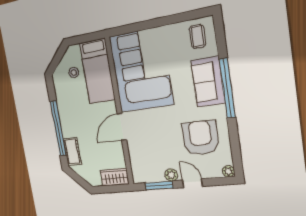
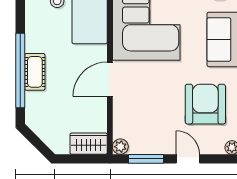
cot: (72, 152) -> (35, 72), moved
plant: (171, 175) -> (120, 147), moved

